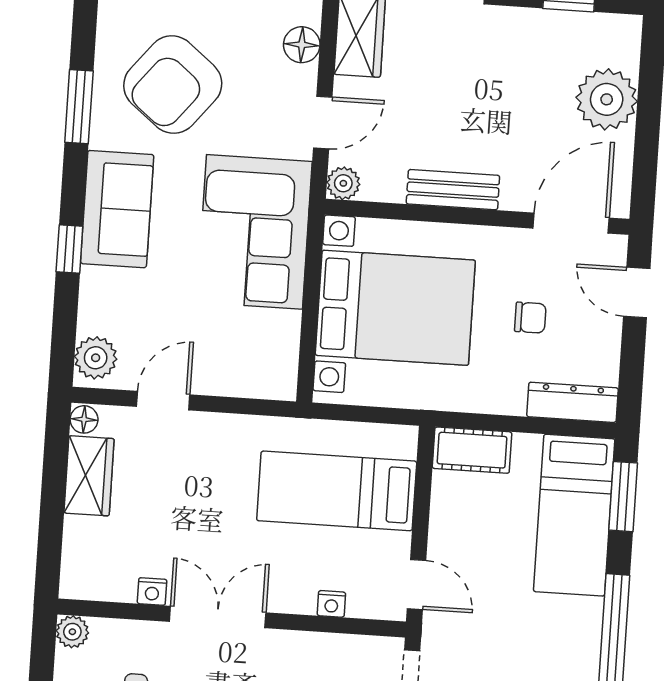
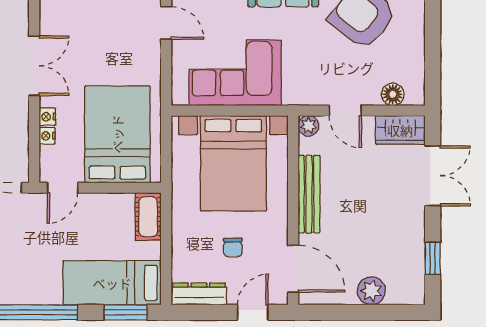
plant: (607, 99) -> (371, 291), width x0.73, depth x0.73
bench: (453, 190) -> (309, 194), width x1.36
corner sofa: (254, 232) -> (235, 73), moved
dresser: (573, 402) -> (199, 294), moved, turned -90
bed: (337, 491) -> (117, 134), width x1.50
nightstand: (152, 591) -> (47, 117), moved

